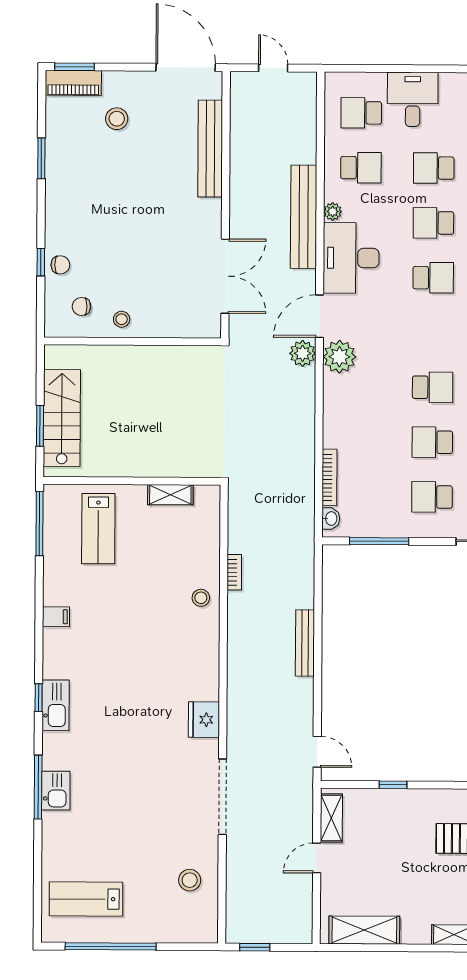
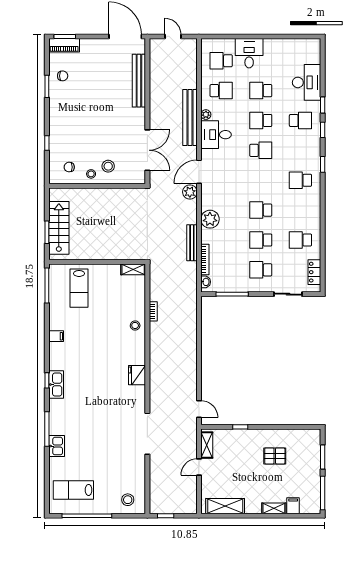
stool: (117, 119) -> (108, 166), moved
desk: (351, 258) -> (216, 135), width x0.73
chair: (60, 265) -> (63, 76), moved
plant: (339, 357) -> (210, 219), moved
school desk: (433, 387) -> (261, 210), turned 180
shelving: (170, 495) -> (133, 269), moved
bench: (305, 643) -> (192, 243), moved
fridge: (204, 720) -> (137, 375), moved
kitchen sink: (56, 791) -> (57, 446), moved
stool: (190, 880) -> (128, 500), moved

